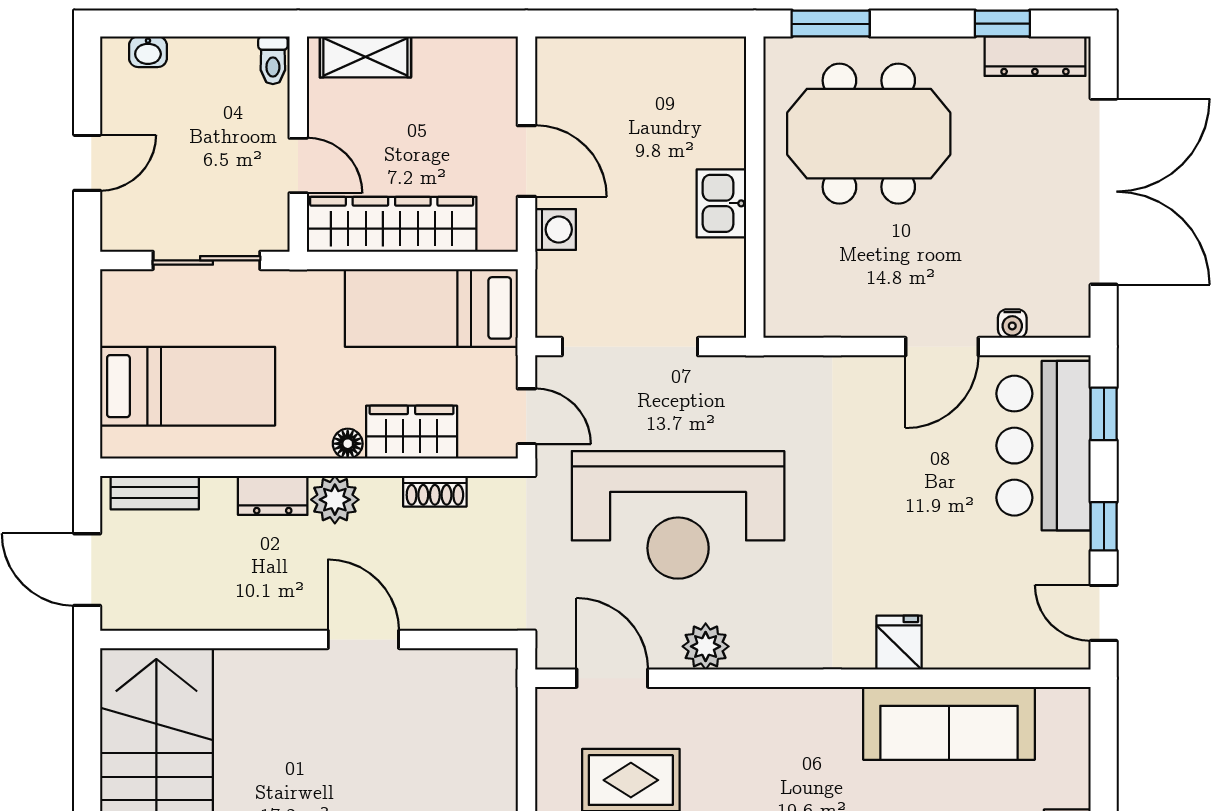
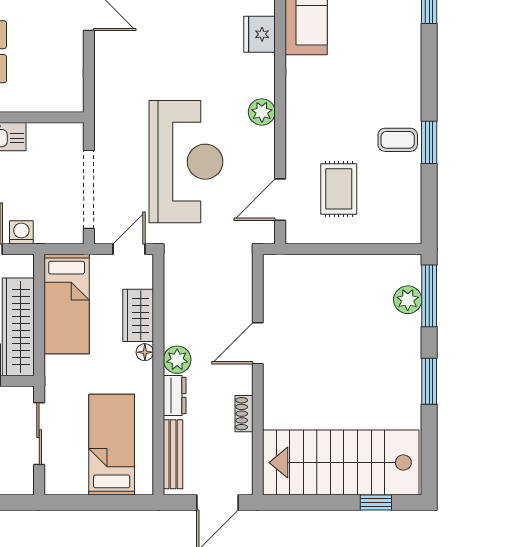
shoe rack: (435, 491) -> (244, 414), moved, turned 180
bench: (155, 493) -> (173, 454), width x1.36
fridge: (899, 643) -> (260, 34), width x1.38
plant: (706, 646) -> (262, 112), moved

